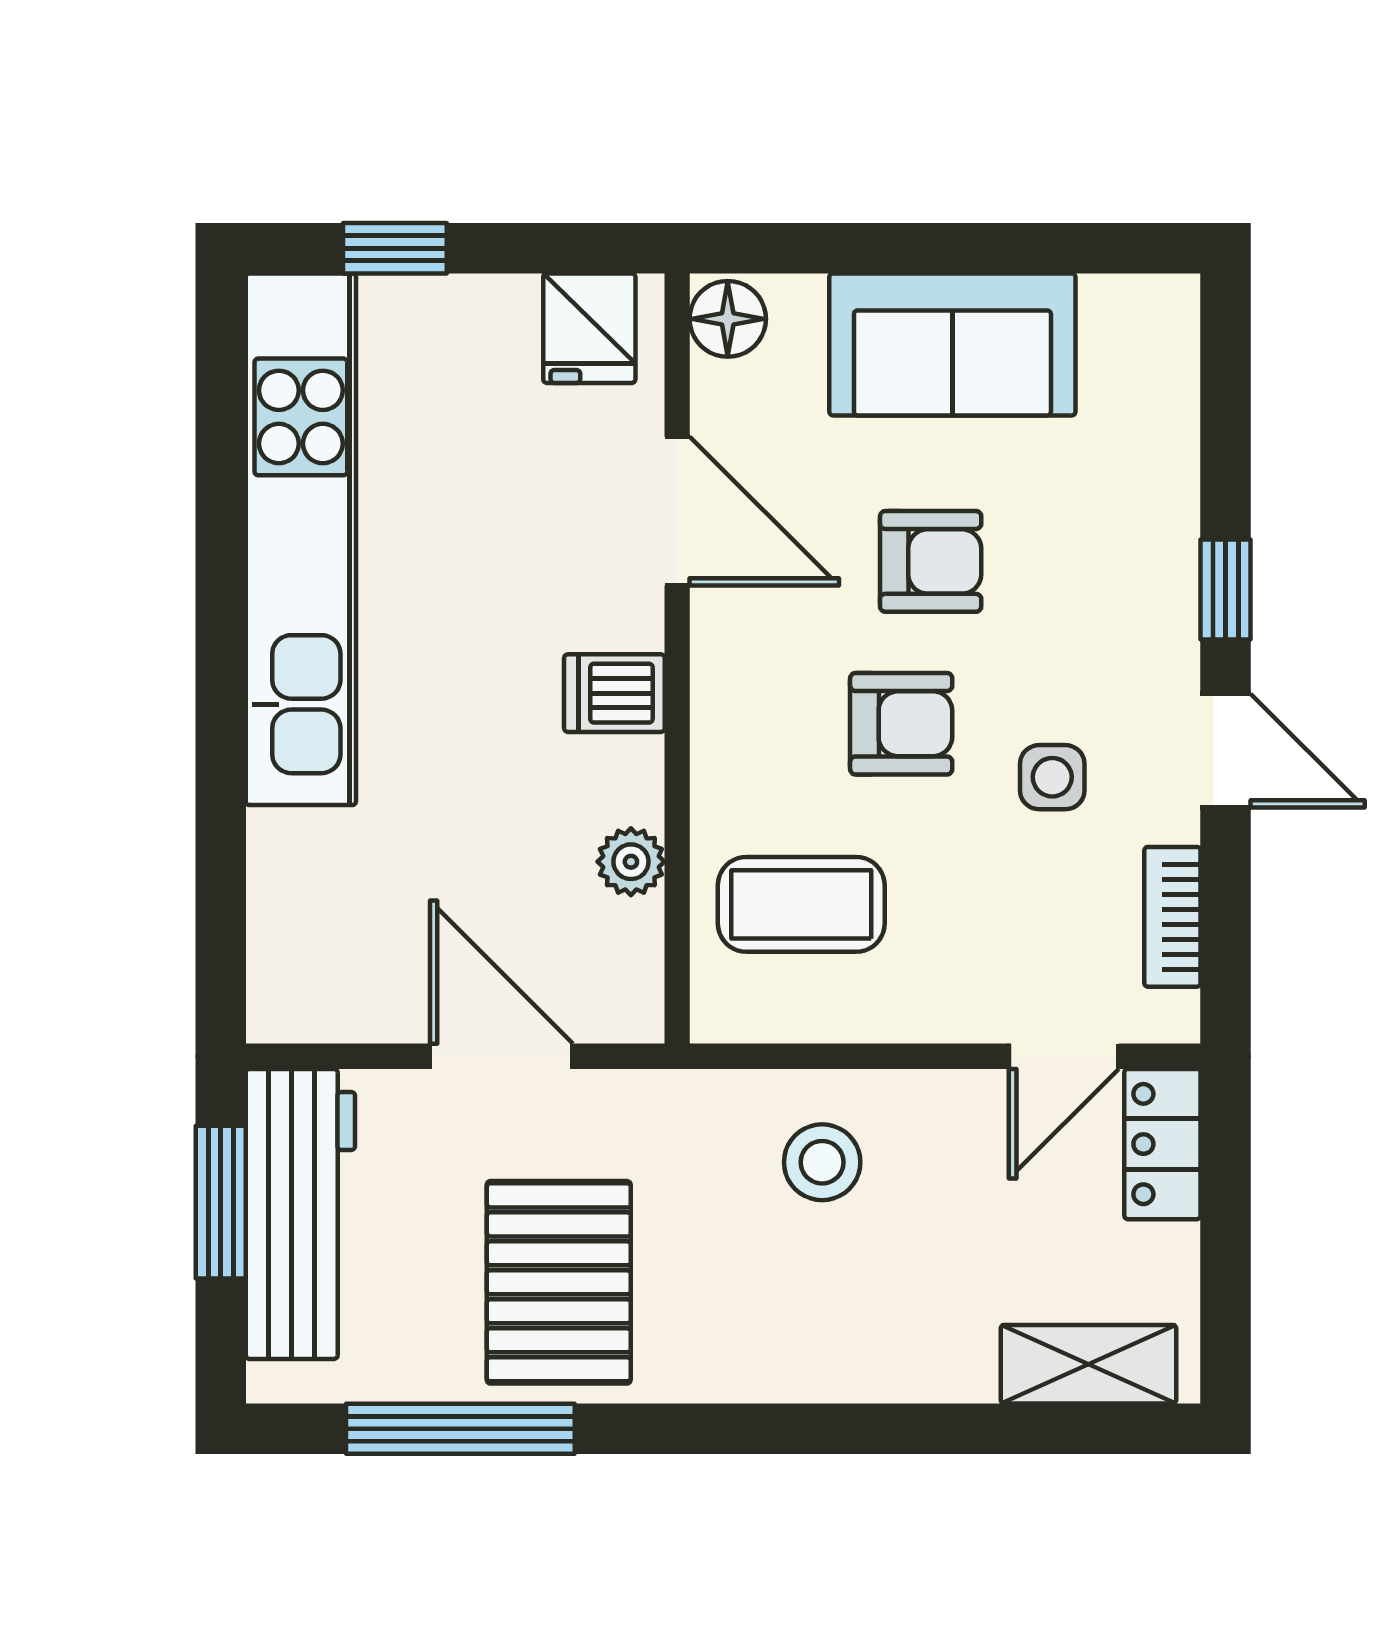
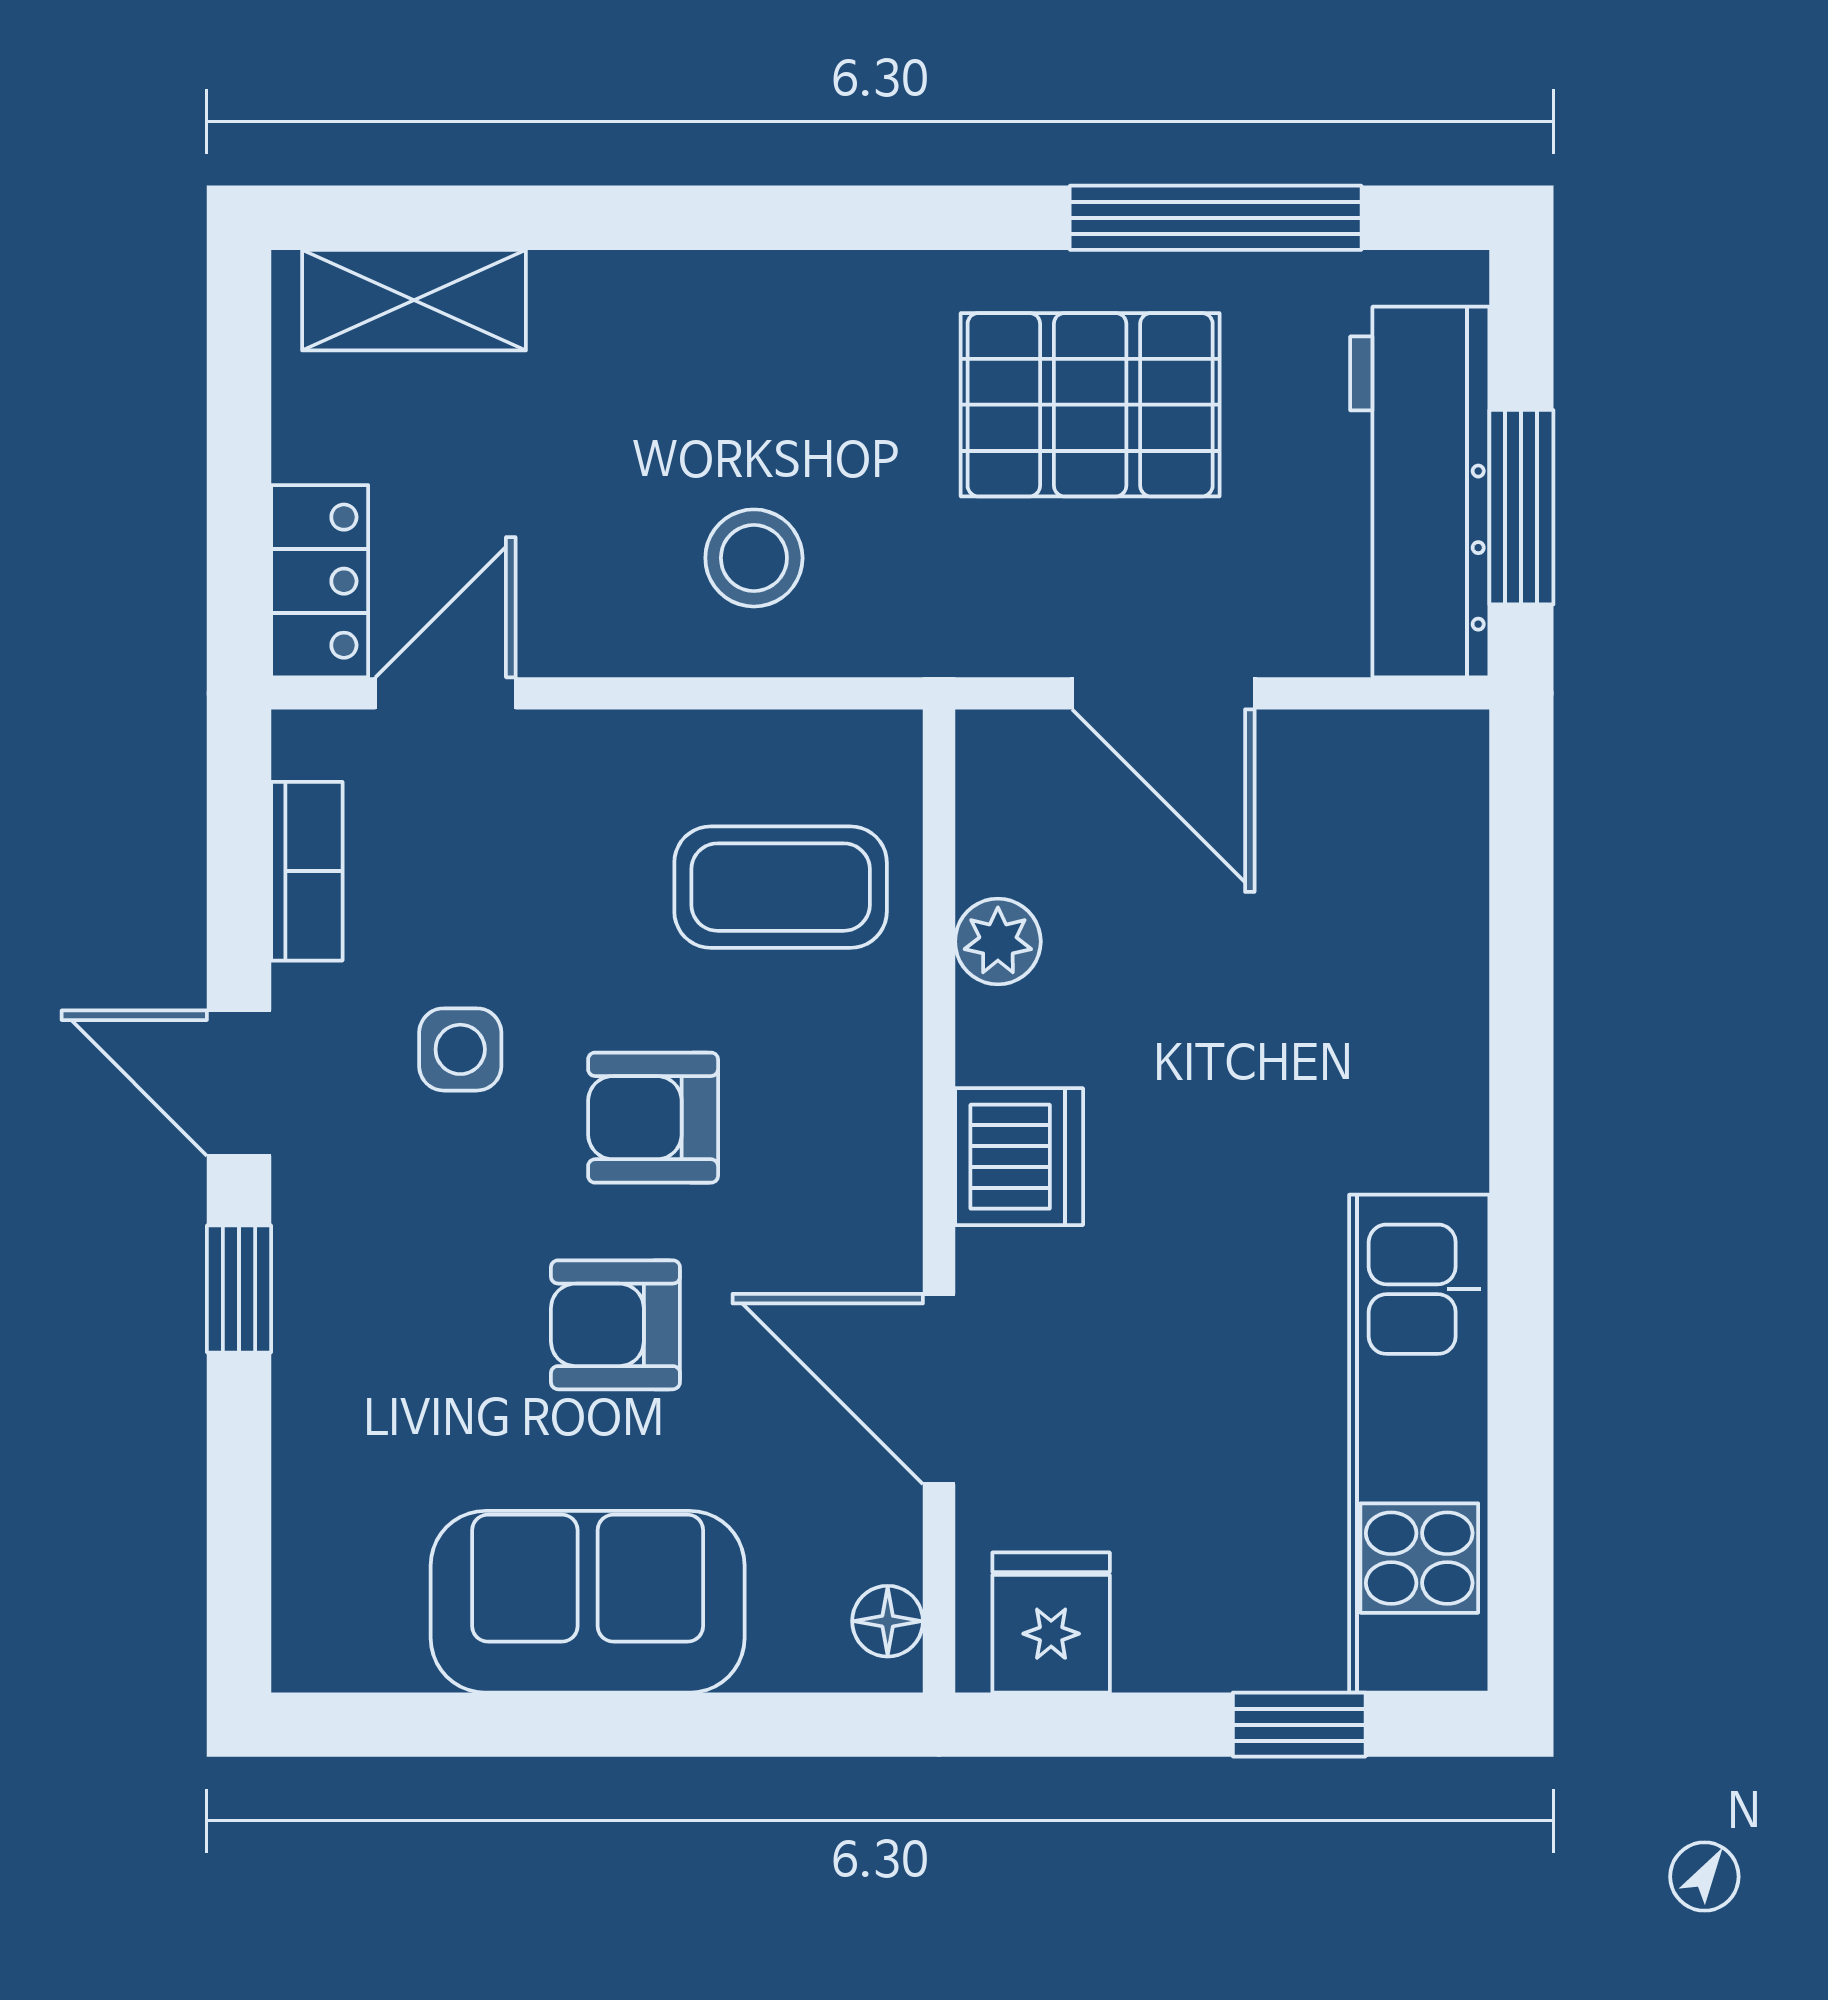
floor lamp: (728, 319) -> (888, 1621), width x0.73, depth x0.73
kitchen unit: (301, 539) -> (1419, 1444), width x0.73
dishwasher: (614, 693) -> (1019, 1157), width x1.38
pallet: (559, 1282) -> (1090, 405), turned 90

